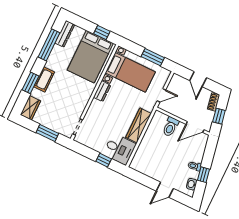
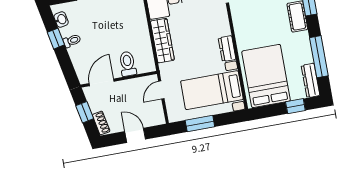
window: (102, 33) -> (295, 106), moved

